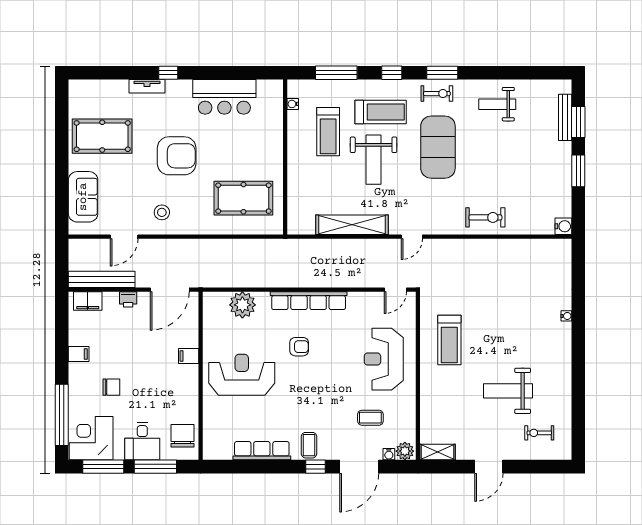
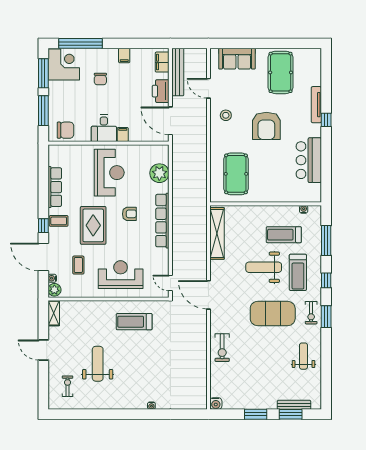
tv unit: (147, 86) -> (316, 105), width x1.41
shelving: (352, 225) -> (217, 233), moved
door: (412, 237) -> (208, 295), width x1.87
printer: (128, 299) -> (161, 91), width x1.87, depth x1.48
armchair: (299, 347) -> (129, 214), turned -90
rug: (315, 397) -> (93, 225), added
desk: (142, 441) -> (104, 128), moved, turned -90

